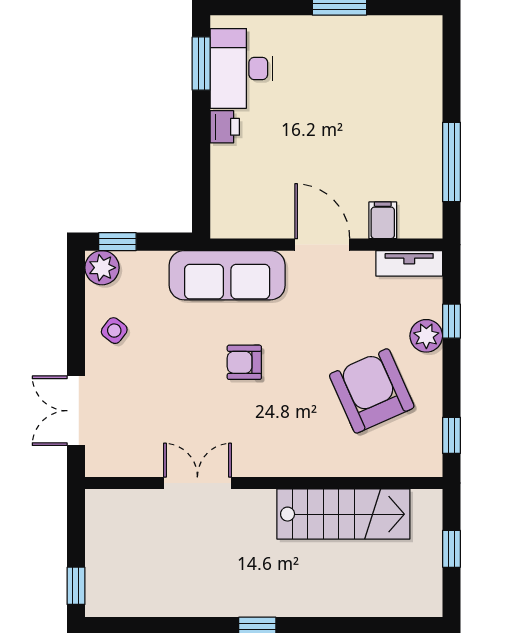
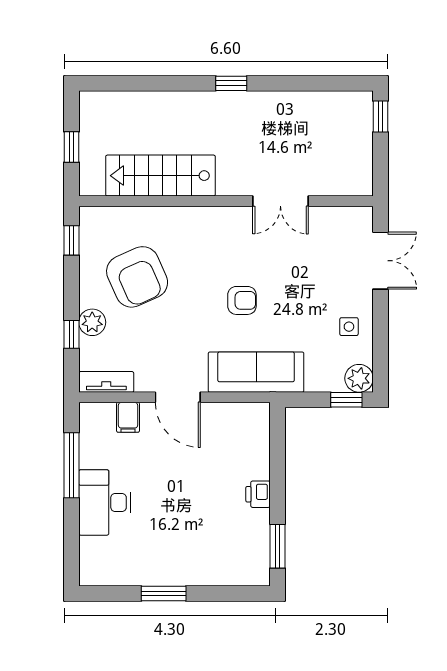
desk: (241, 68) -> (105, 502), moved, turned 180
side table: (114, 331) -> (349, 327), turned -37

